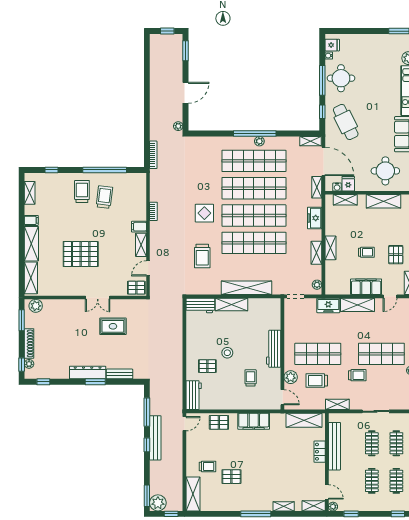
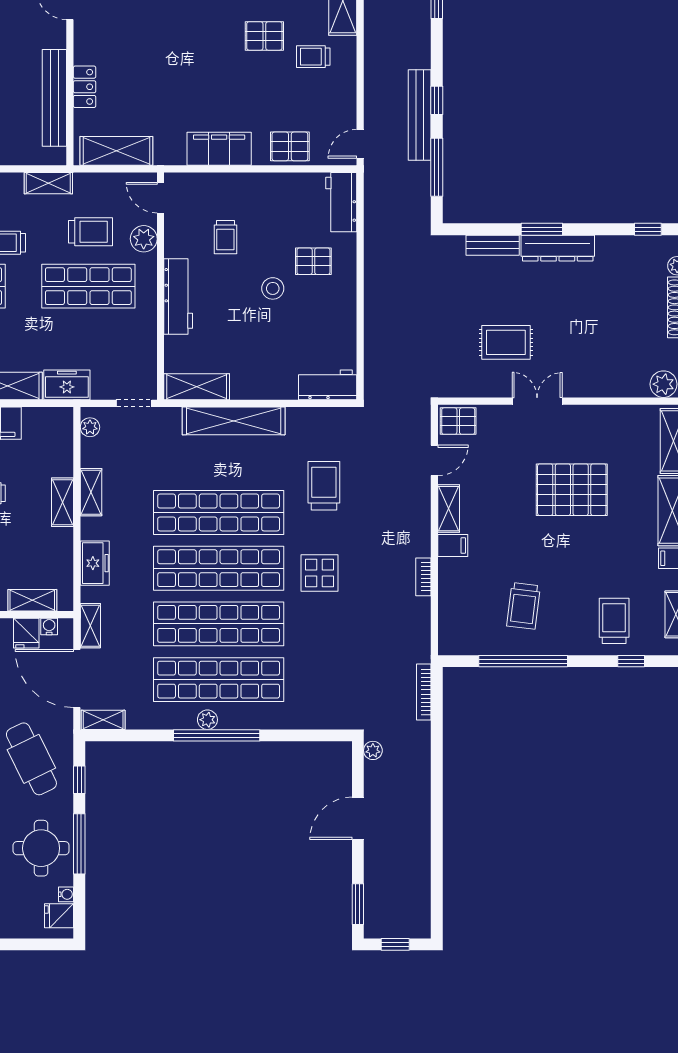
trolley: (82, 192) -> (614, 621), moved, turned 180
shelving: (232, 304) -> (197, 387), moved

